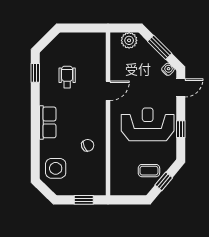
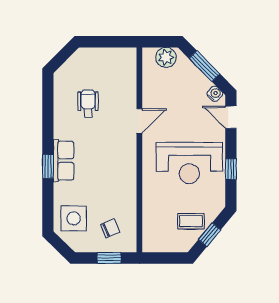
window: (35, 73) -> (48, 166), moved
door: (181, 88) -> (231, 117), swing flipped
reception desk: (148, 124) -> (189, 163), turned 180
chair: (88, 145) -> (110, 228), moved

